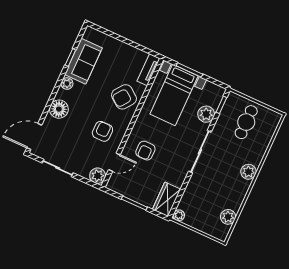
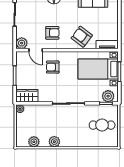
plant: (206, 114) -> (108, 96), moved
plant: (249, 172) -> (54, 142), moved

